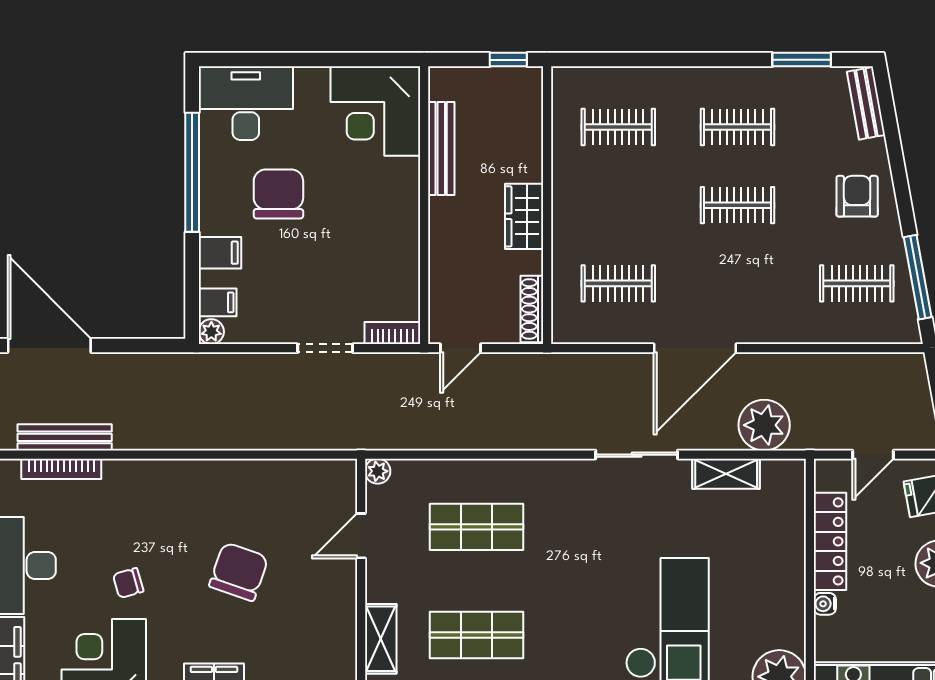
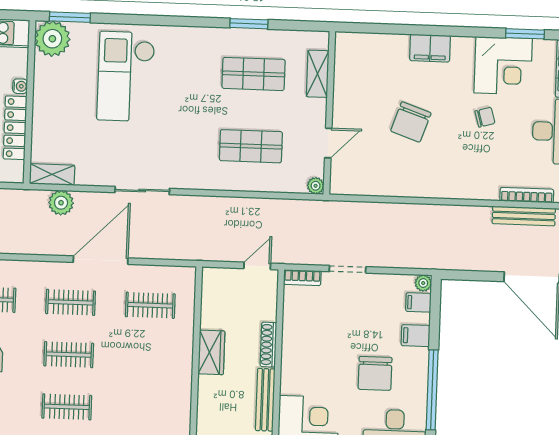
clothes rail: (618, 127) -> (71, 302), moved
shoe rack: (532, 309) -> (268, 345), moved, turned 180
plant: (764, 425) -> (61, 203), width x0.73, depth x0.73
shelving: (726, 474) -> (52, 174), moved

